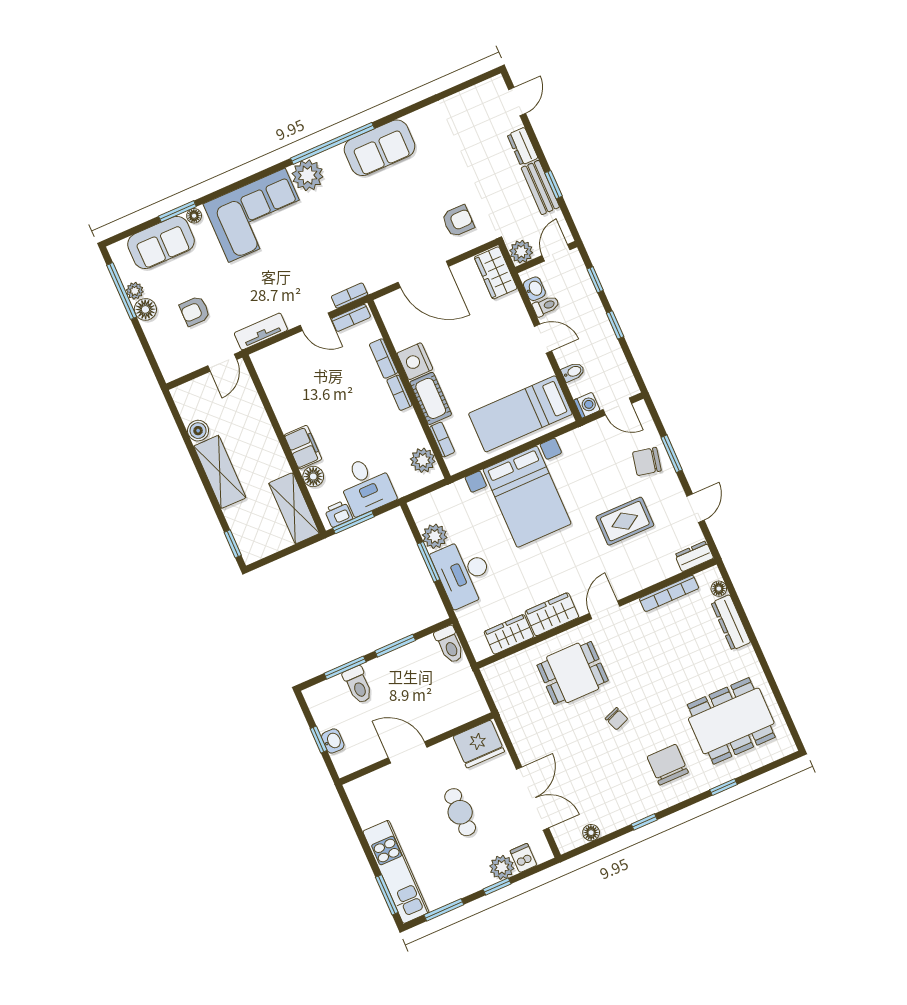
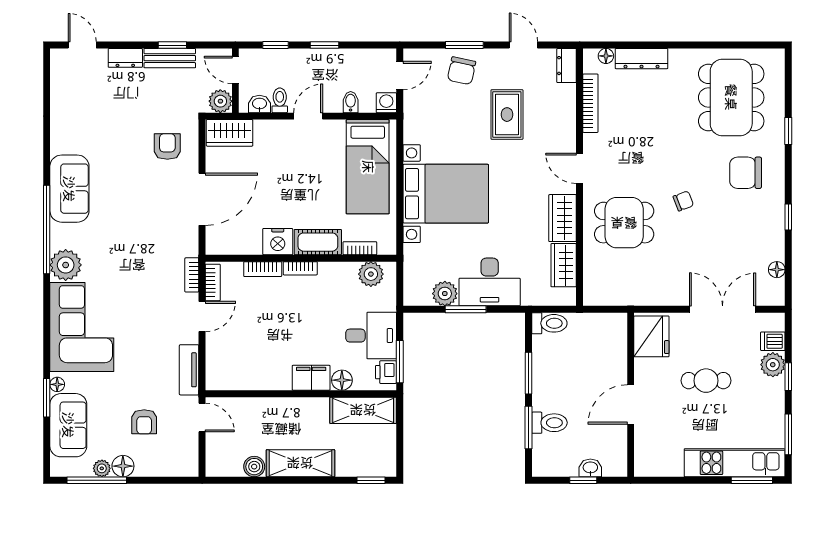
dining table: (573, 673) -> (624, 223), turned 90

